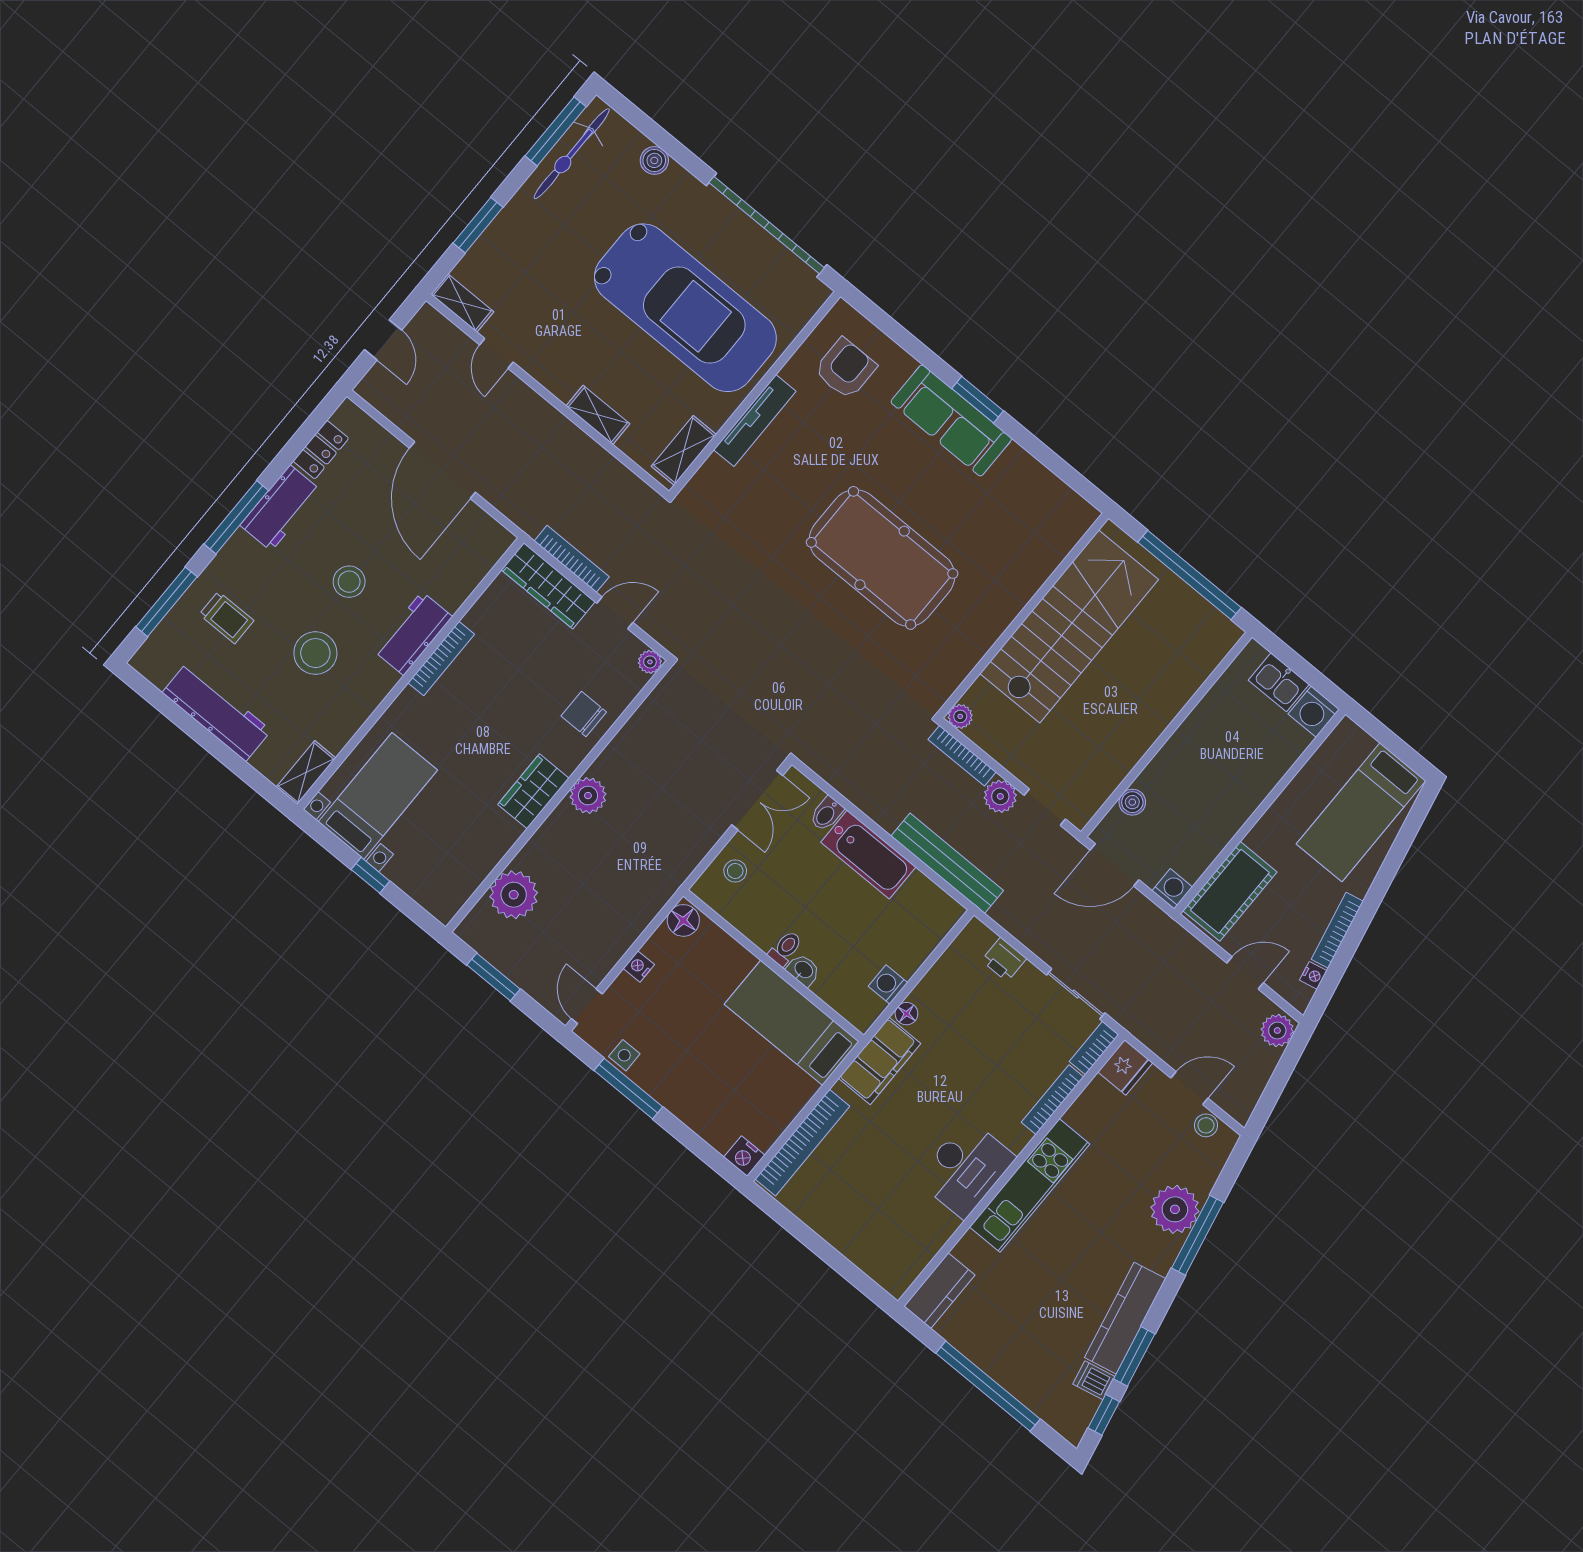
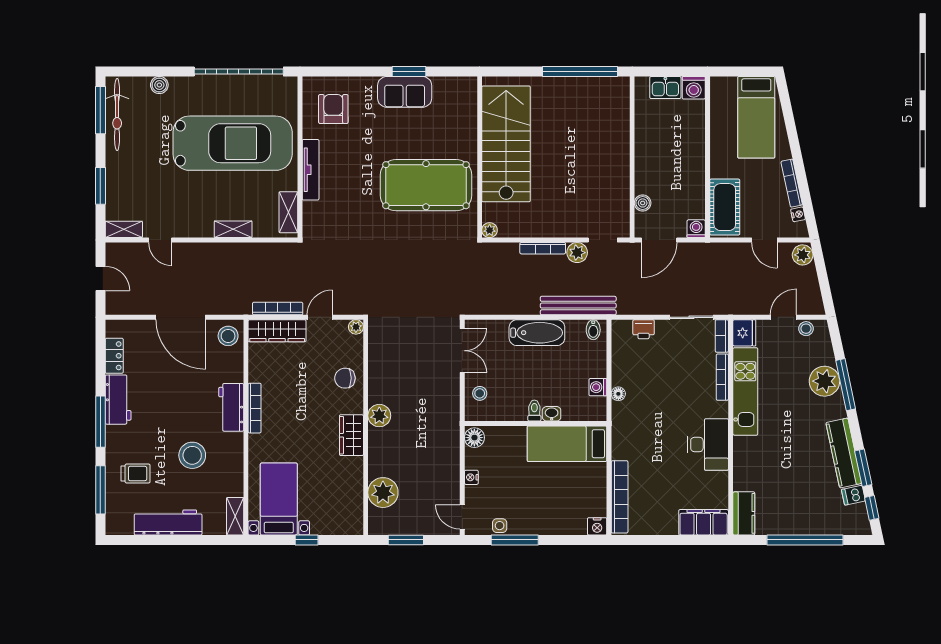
sofa: (951, 420) -> (405, 92), width x0.73
stool: (349, 582) -> (228, 336), moved
wall: (1023, 616) -> (480, 157), moved
stairs: (1069, 626) -> (506, 144), moved
plant: (960, 716) -> (490, 230), moved
bidet: (827, 814) -> (593, 330), moved
door: (1245, 973) -> (764, 240), swing flipped
filing cabinet: (880, 1061) -> (704, 522), moved, turned -90
kitchen unit: (1030, 1185) -> (745, 391), moved

